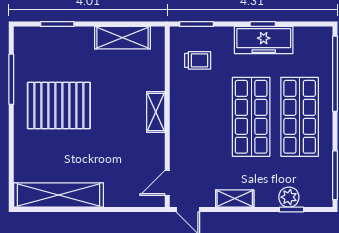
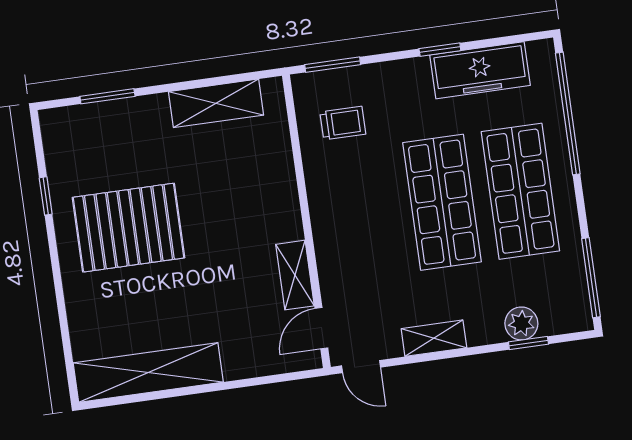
freezer: (264, 40) -> (480, 70), moved
window: (11, 79) -> (46, 196), width x0.46
shelving: (156, 112) -> (295, 275), moved

